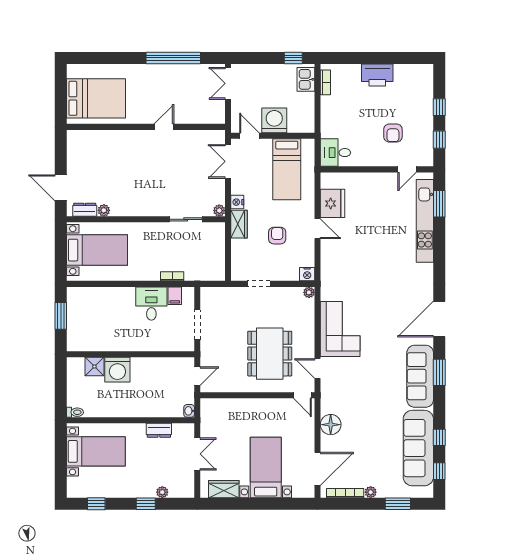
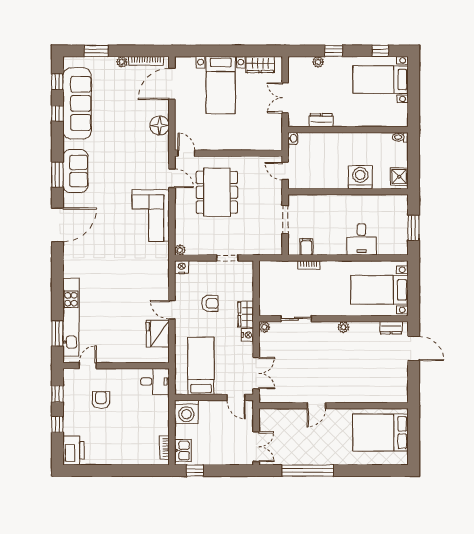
printer: (377, 75) -> (73, 450), moved, turned 90
washing machine: (274, 120) -> (186, 412), moved
plant: (104, 210) -> (343, 327), moved
armchair: (277, 236) -> (210, 303), turned -90
desk: (151, 304) -> (361, 239), moved
shower: (94, 367) -> (399, 177), moved
door: (197, 376) -> (285, 171), hinge flipped
sofa: (420, 376) -> (75, 171), width x0.73
bed with nightstands: (96, 451) -> (381, 80), moved

